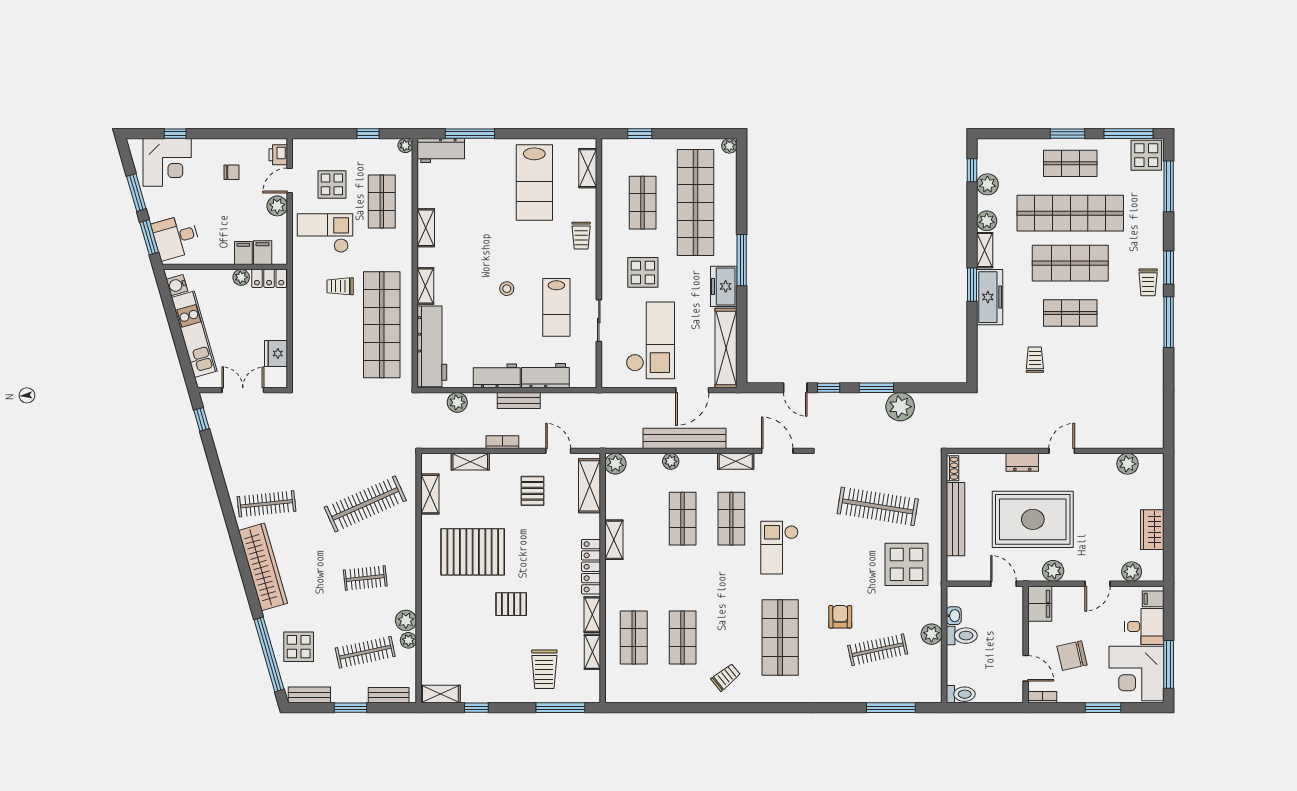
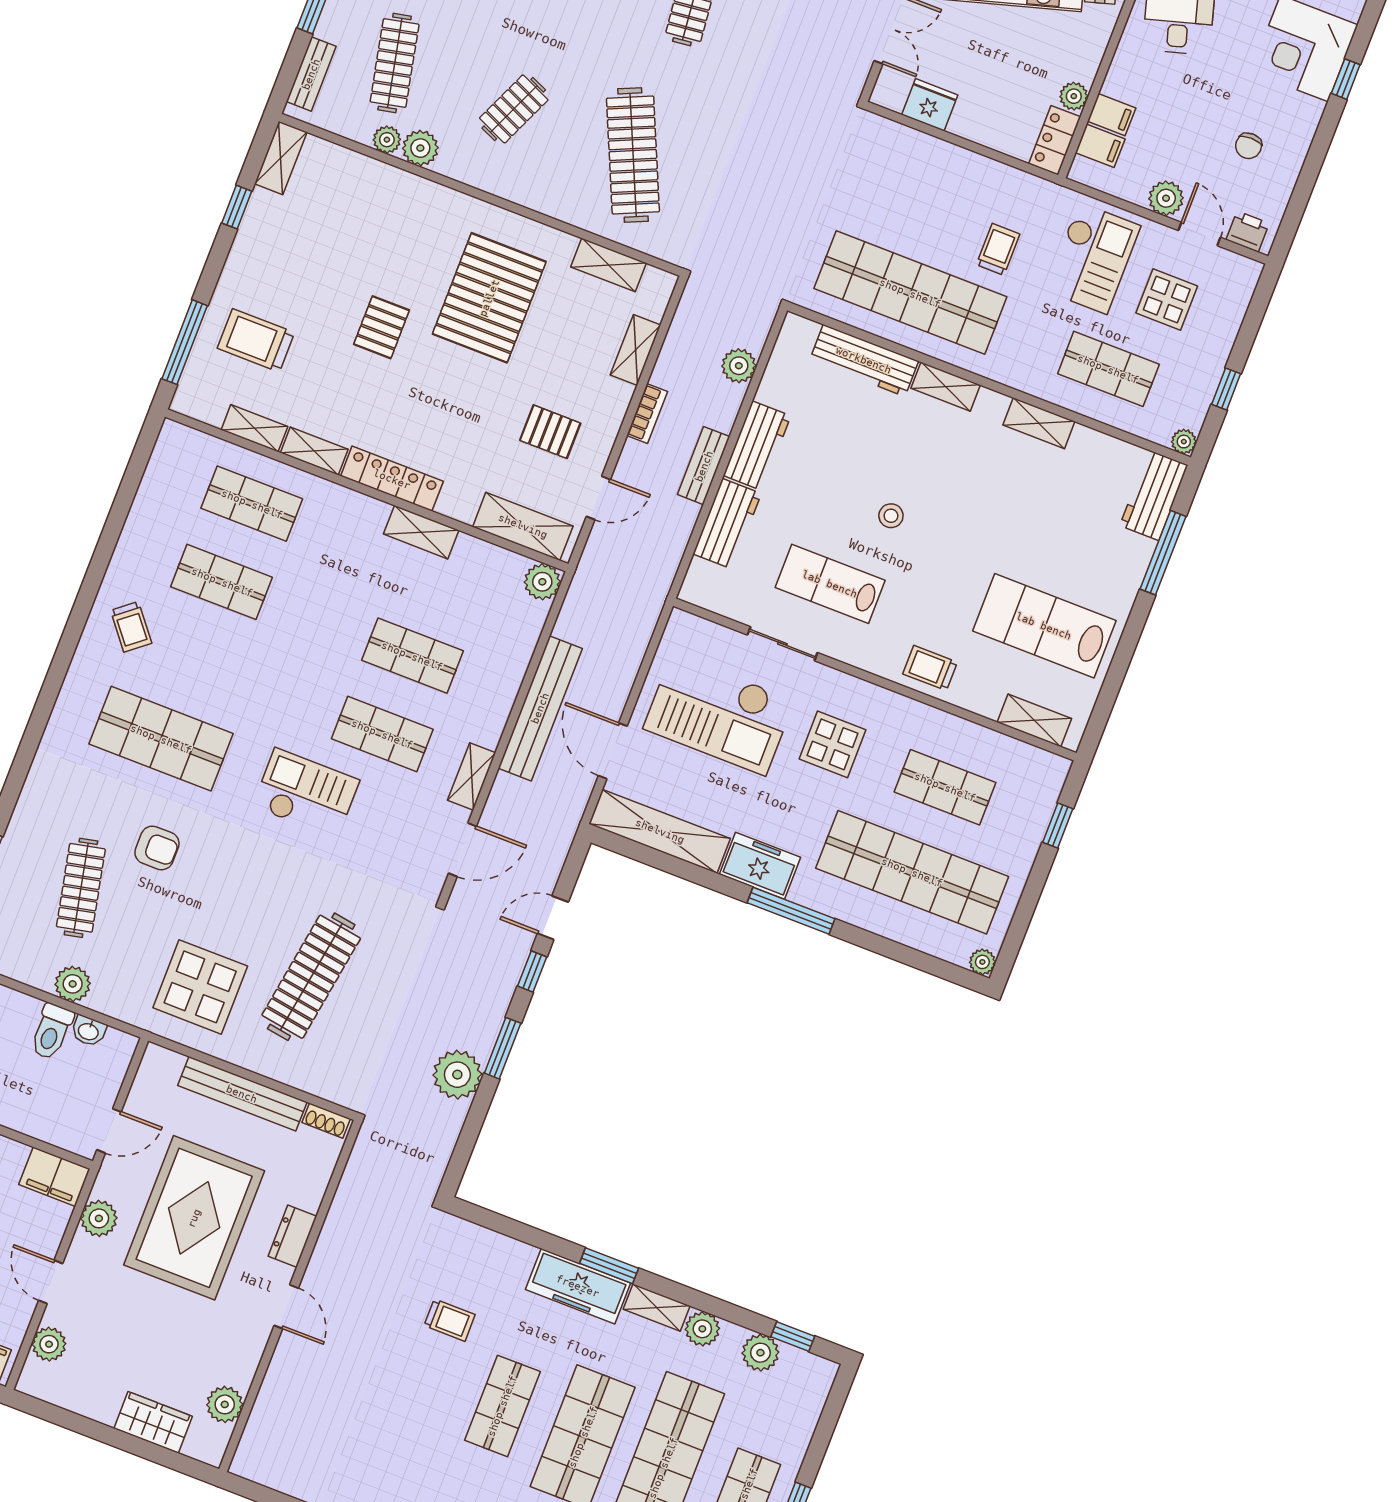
workbench: (432, 346) -> (864, 360), width x0.73, depth x0.76
plant: (671, 461) -> (512, 672), removed
wardrobe: (1152, 530) -> (153, 1422), moved
clothes rail: (365, 578) -> (514, 109), turned 30

